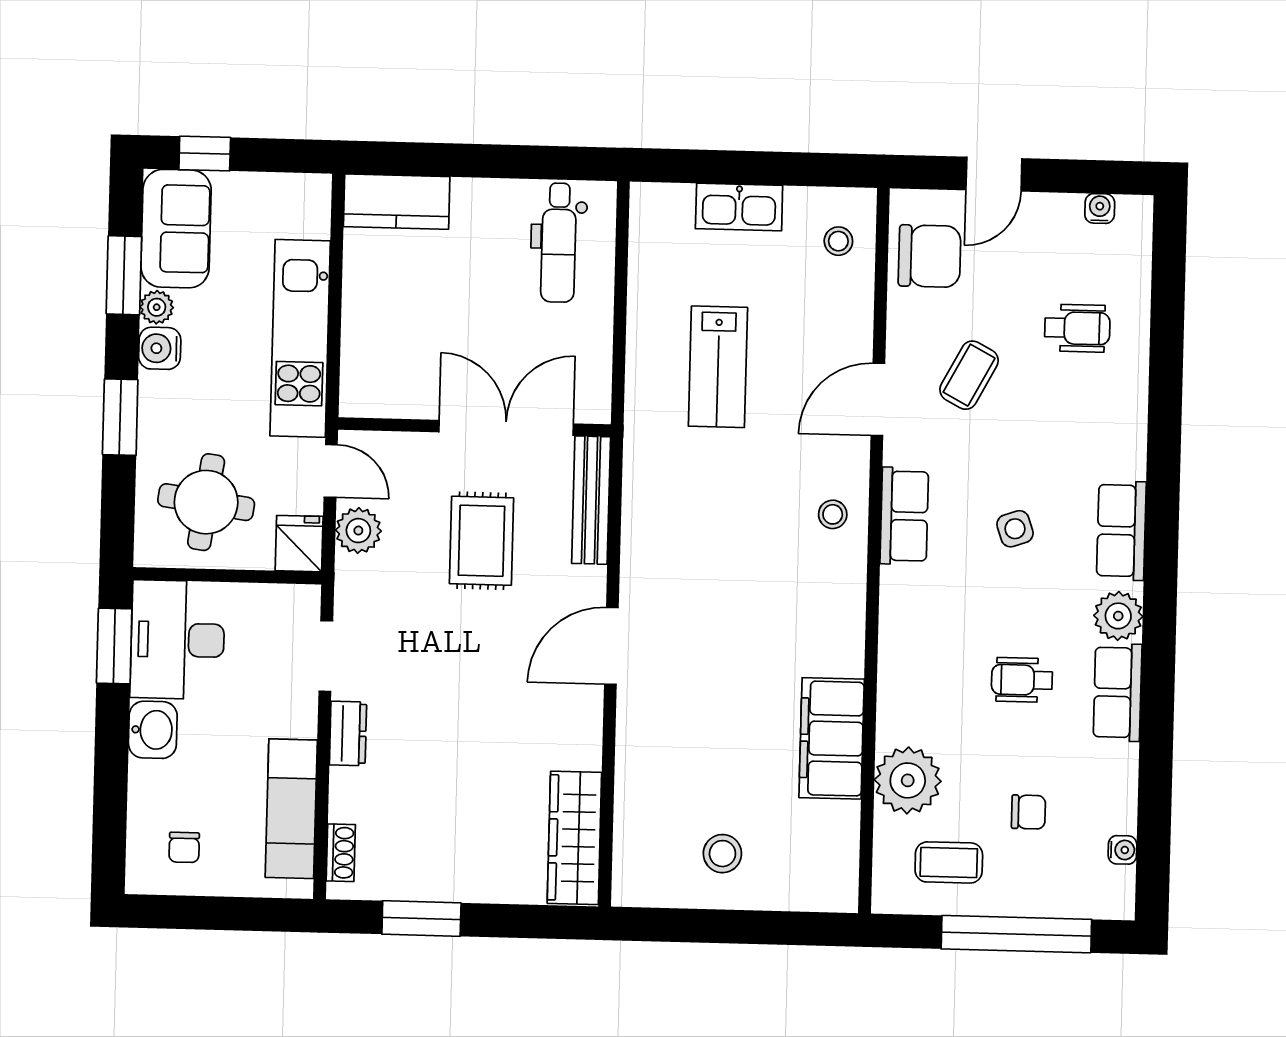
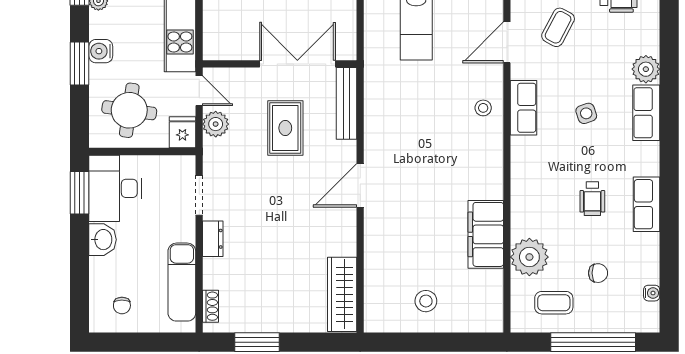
water cooler: (160, 348) -> (101, 51), moved
plant: (1118, 616) -> (646, 69), moved
wheelchair: (1022, 680) -> (592, 199), turned -90

